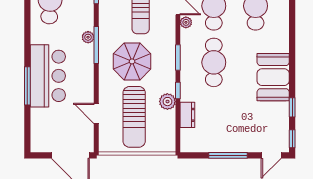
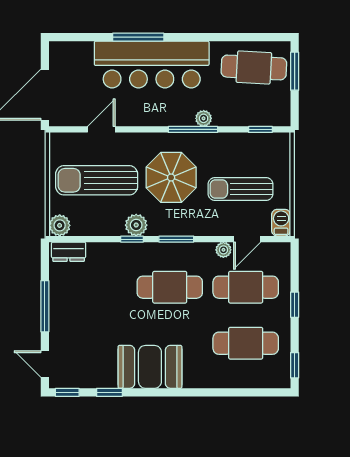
bar counter: (48, 76) -> (152, 65), width x1.36
plant: (167, 102) -> (136, 225), moved
dresser: (187, 115) -> (69, 252), moved
plant: (168, 144) -> (60, 225), added

